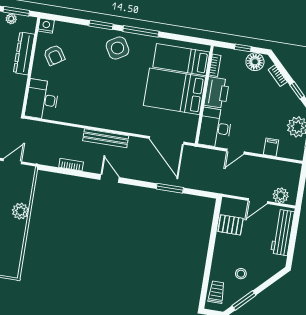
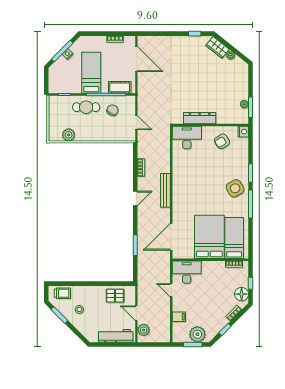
dresser: (24, 53) -> (200, 118), moved
printer: (217, 92) -> (214, 269), removed
plant: (20, 211) -> (69, 135), moved
pallet: (231, 225) -> (115, 296), turned 90

